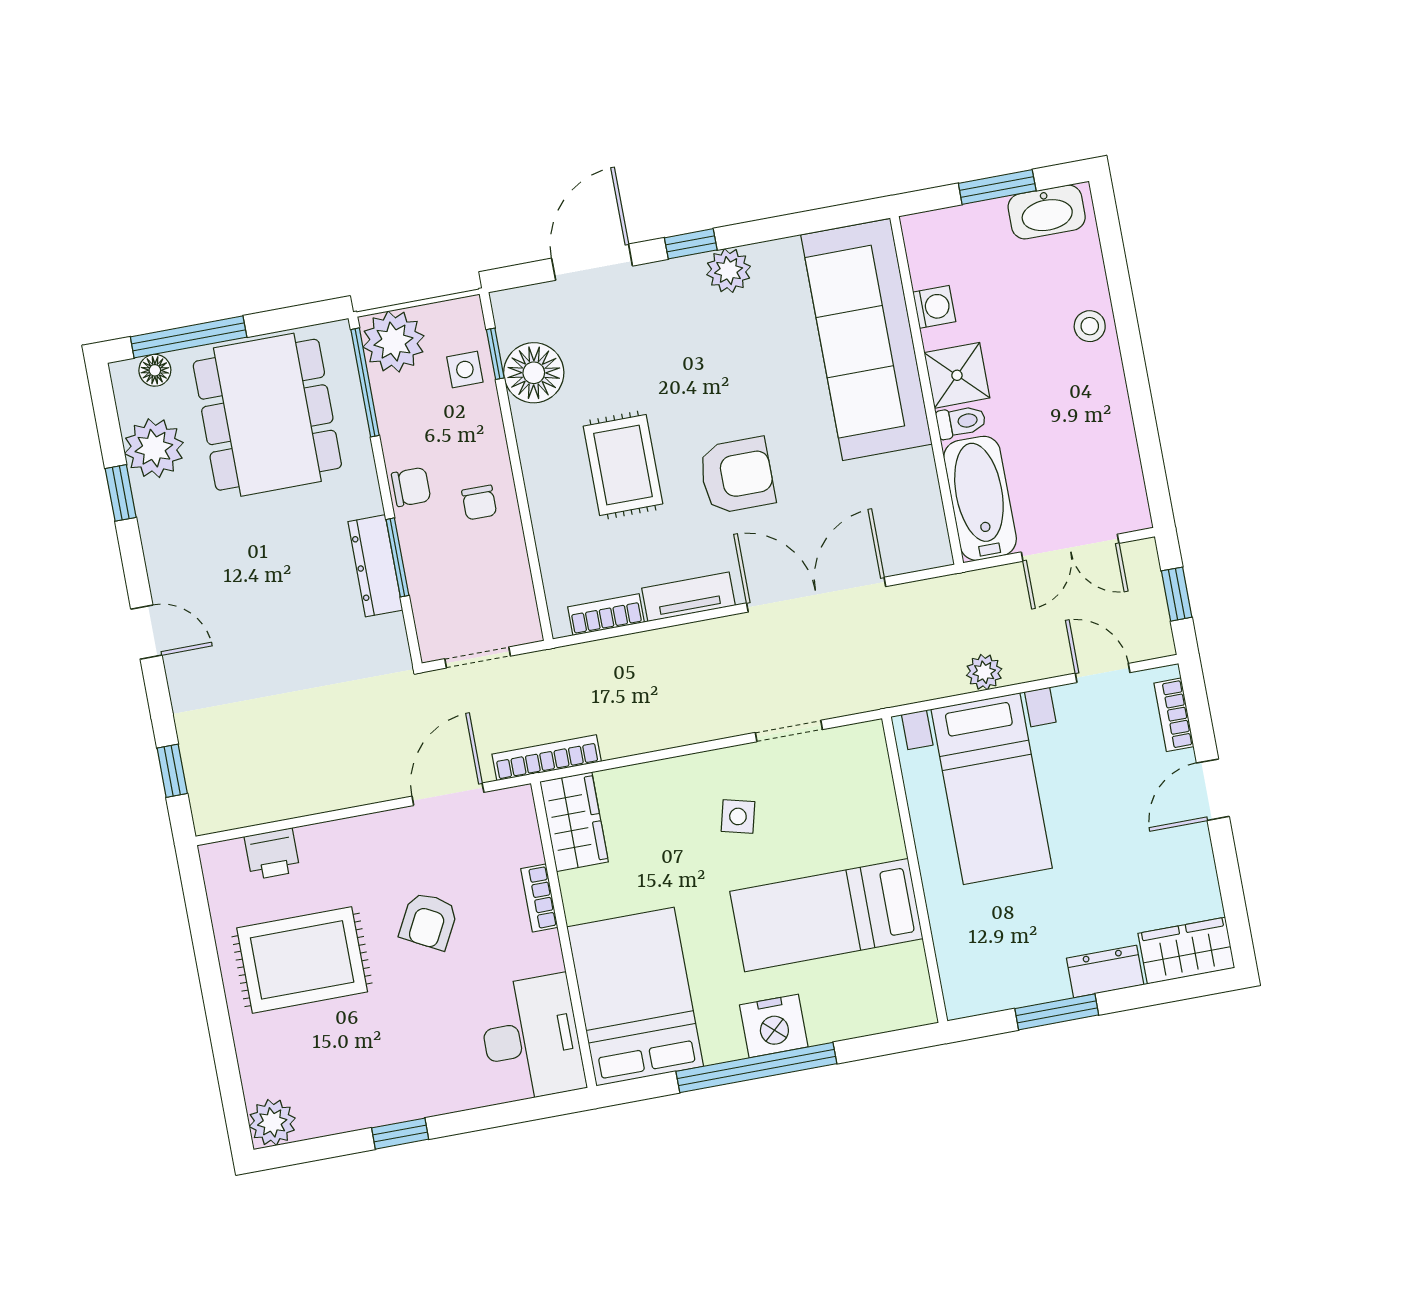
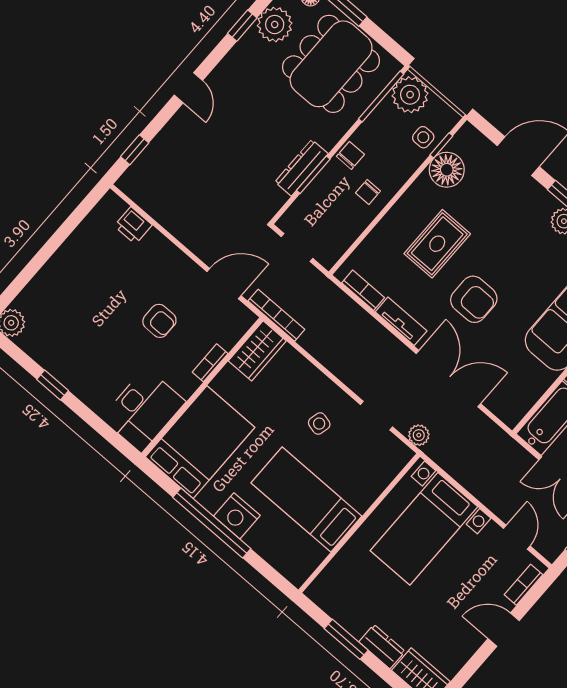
chair: (411, 487) -> (350, 155), turned -90
plant: (984, 672) -> (419, 435), moved
armchair: (429, 921) -> (159, 321), turned -118
rug: (302, 960) -> (96, 277), removed

